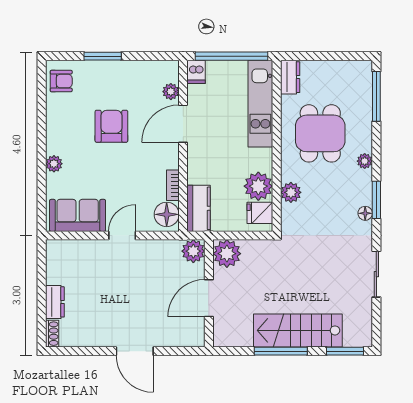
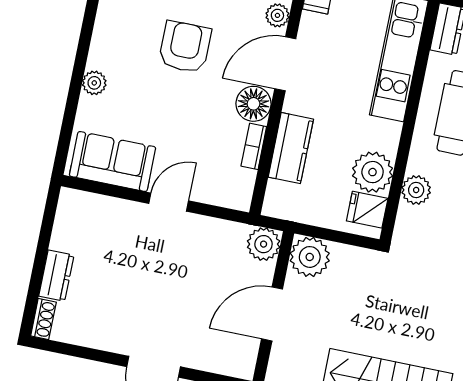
kitchen counter: (199, 208) -> (291, 148), moved
floor lamp: (167, 214) -> (253, 104), moved

